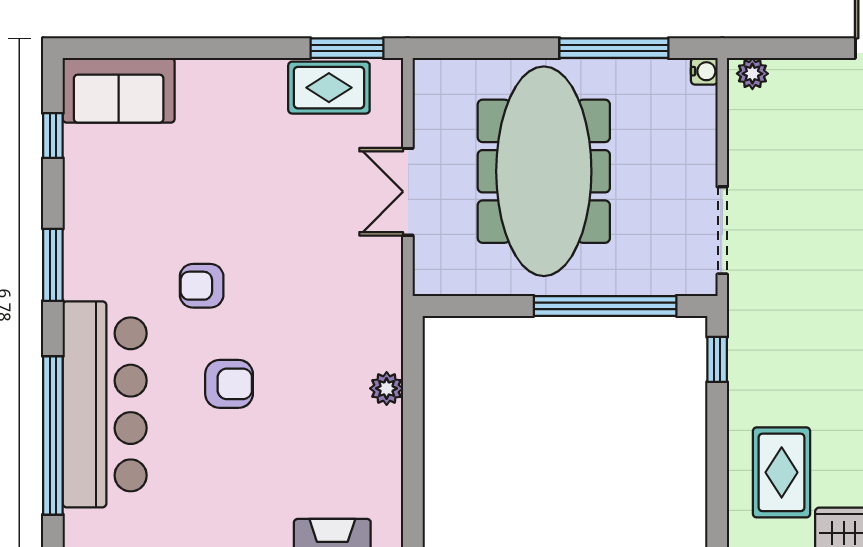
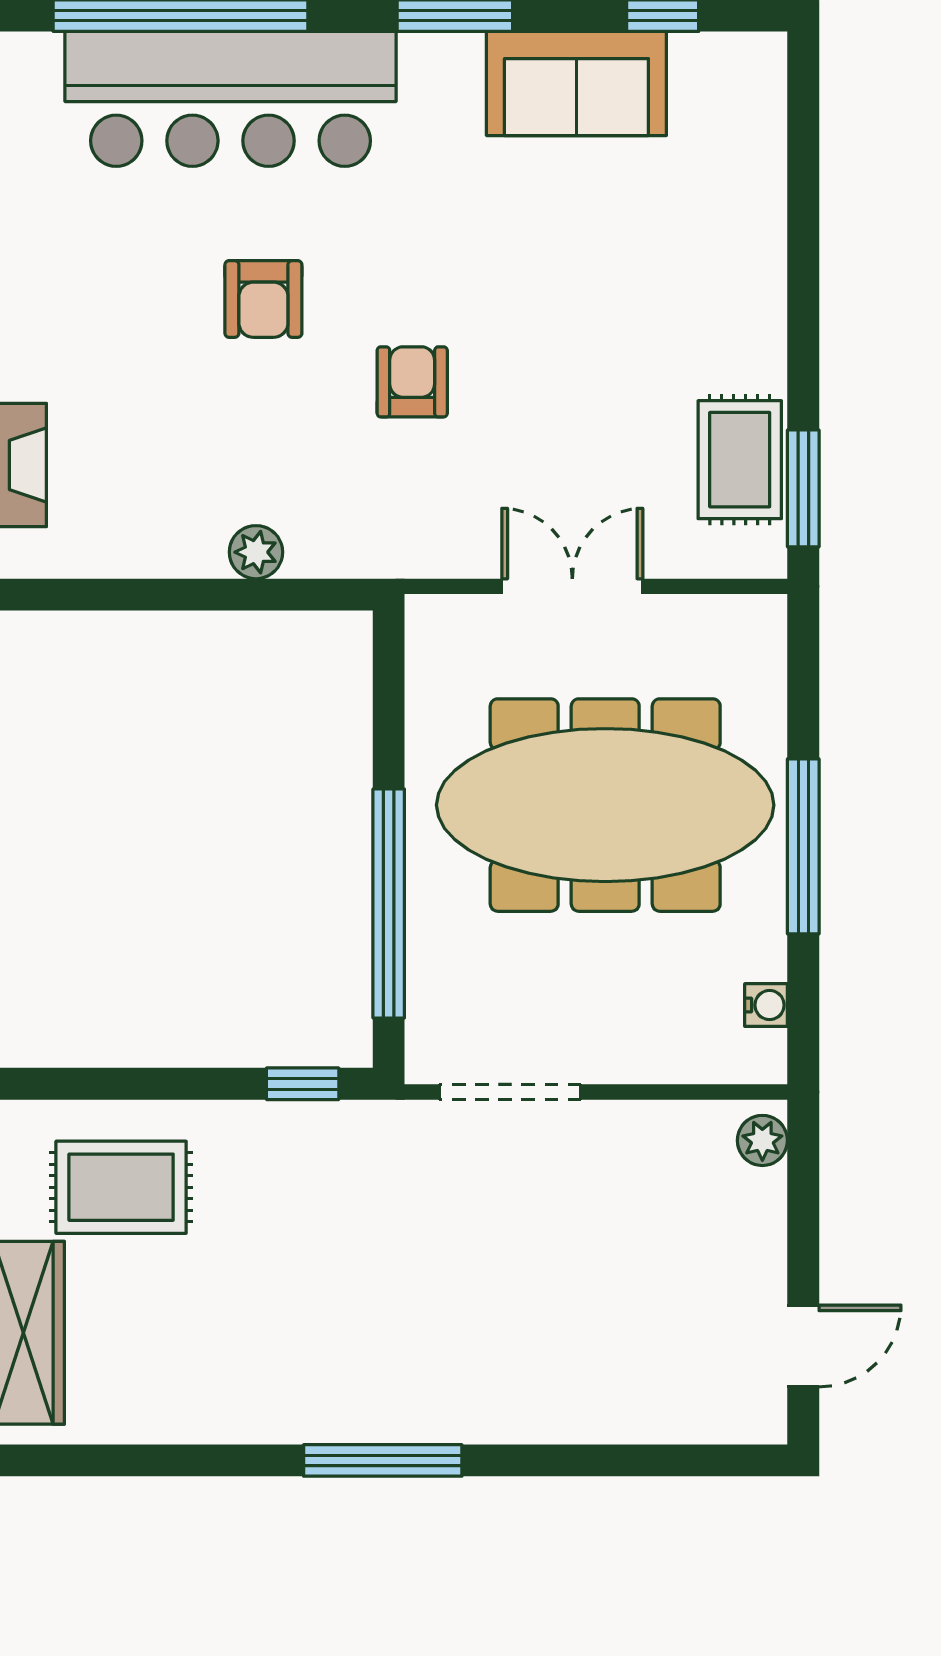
window: (614, 48) -> (803, 846), moved
water cooler: (704, 71) -> (766, 1005), moved, turned -90
sofa: (119, 90) -> (576, 84), moved, turned -90
armchair: (202, 286) -> (412, 382), moved

